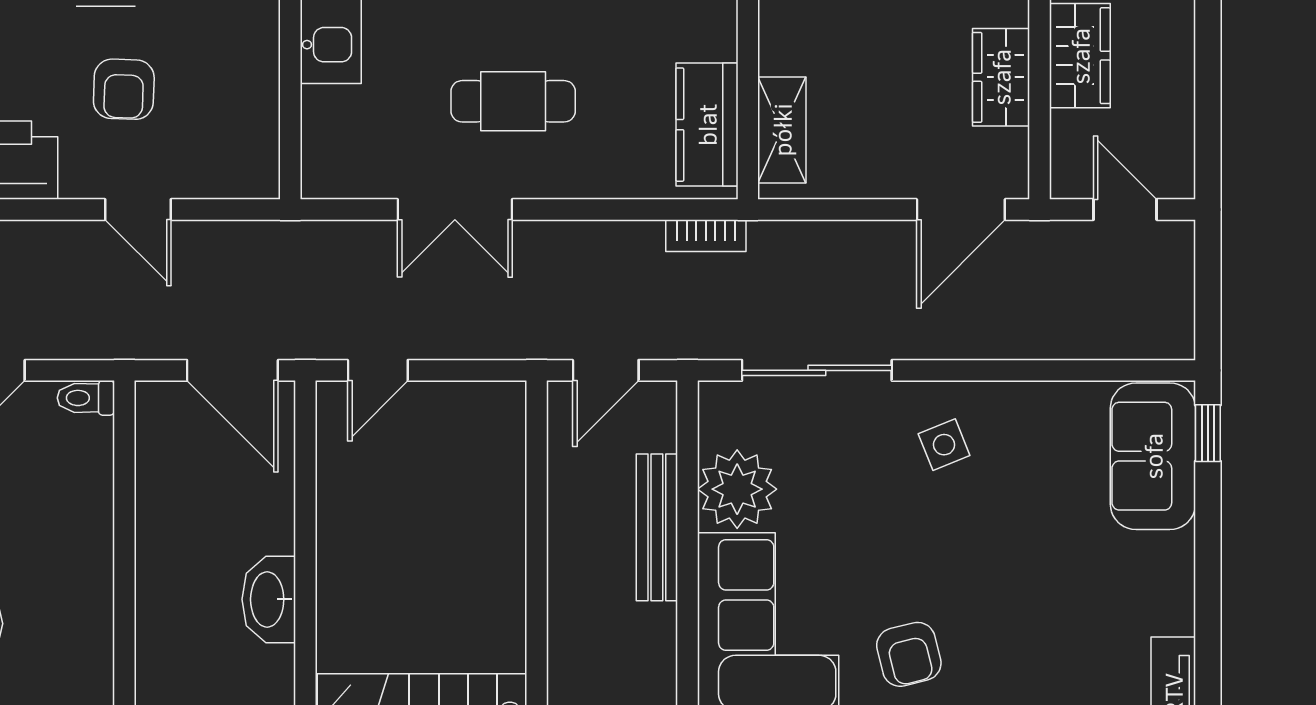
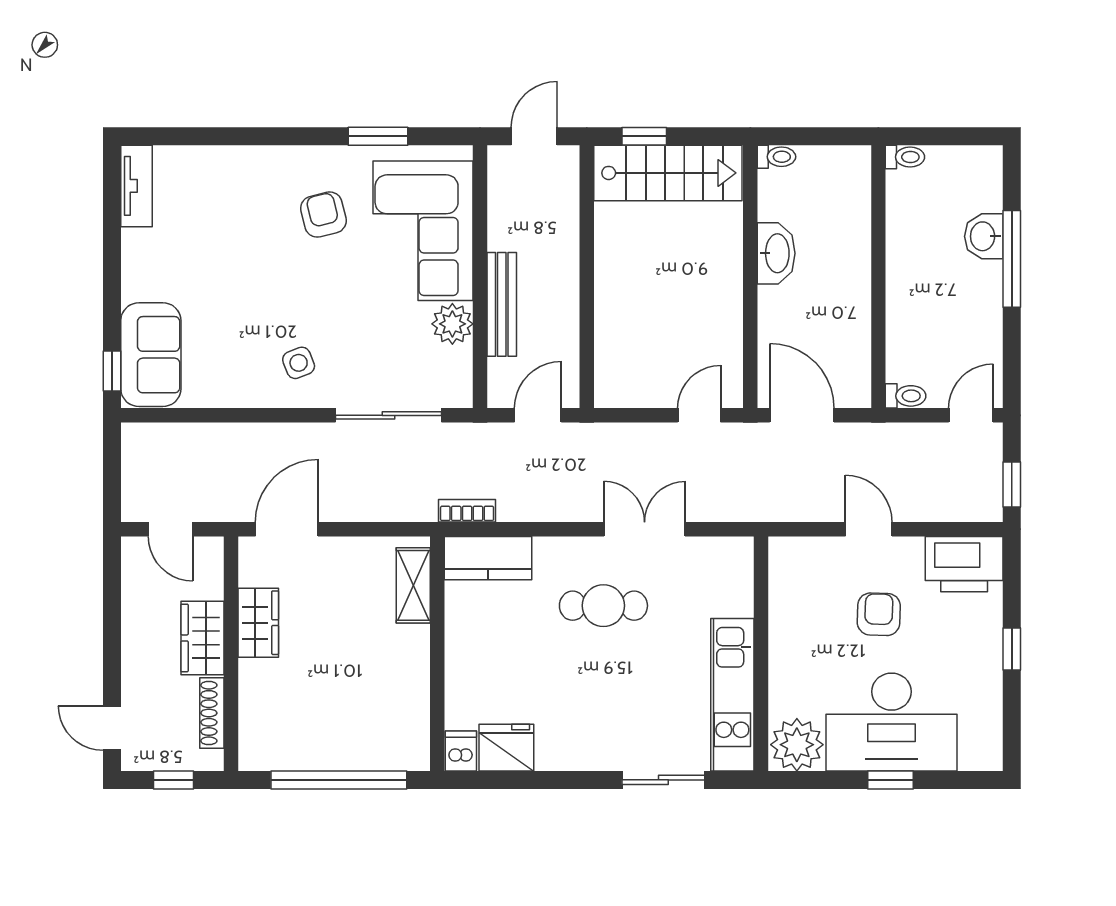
kitchen counter: (707, 125) -> (488, 558), moved, turned 90
plant: (737, 489) -> (452, 324), width x0.73, depth x0.73

